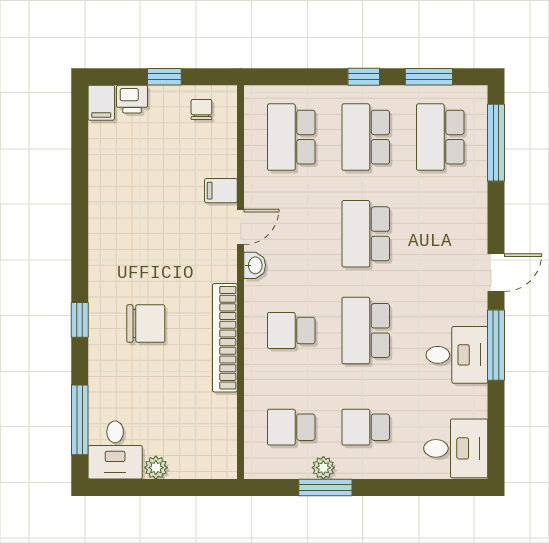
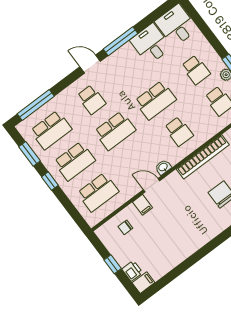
chair: (201, 109) -> (125, 227), moved
school desk: (440, 234) -> (91, 100), added
desk: (457, 355) -> (151, 44), moved

